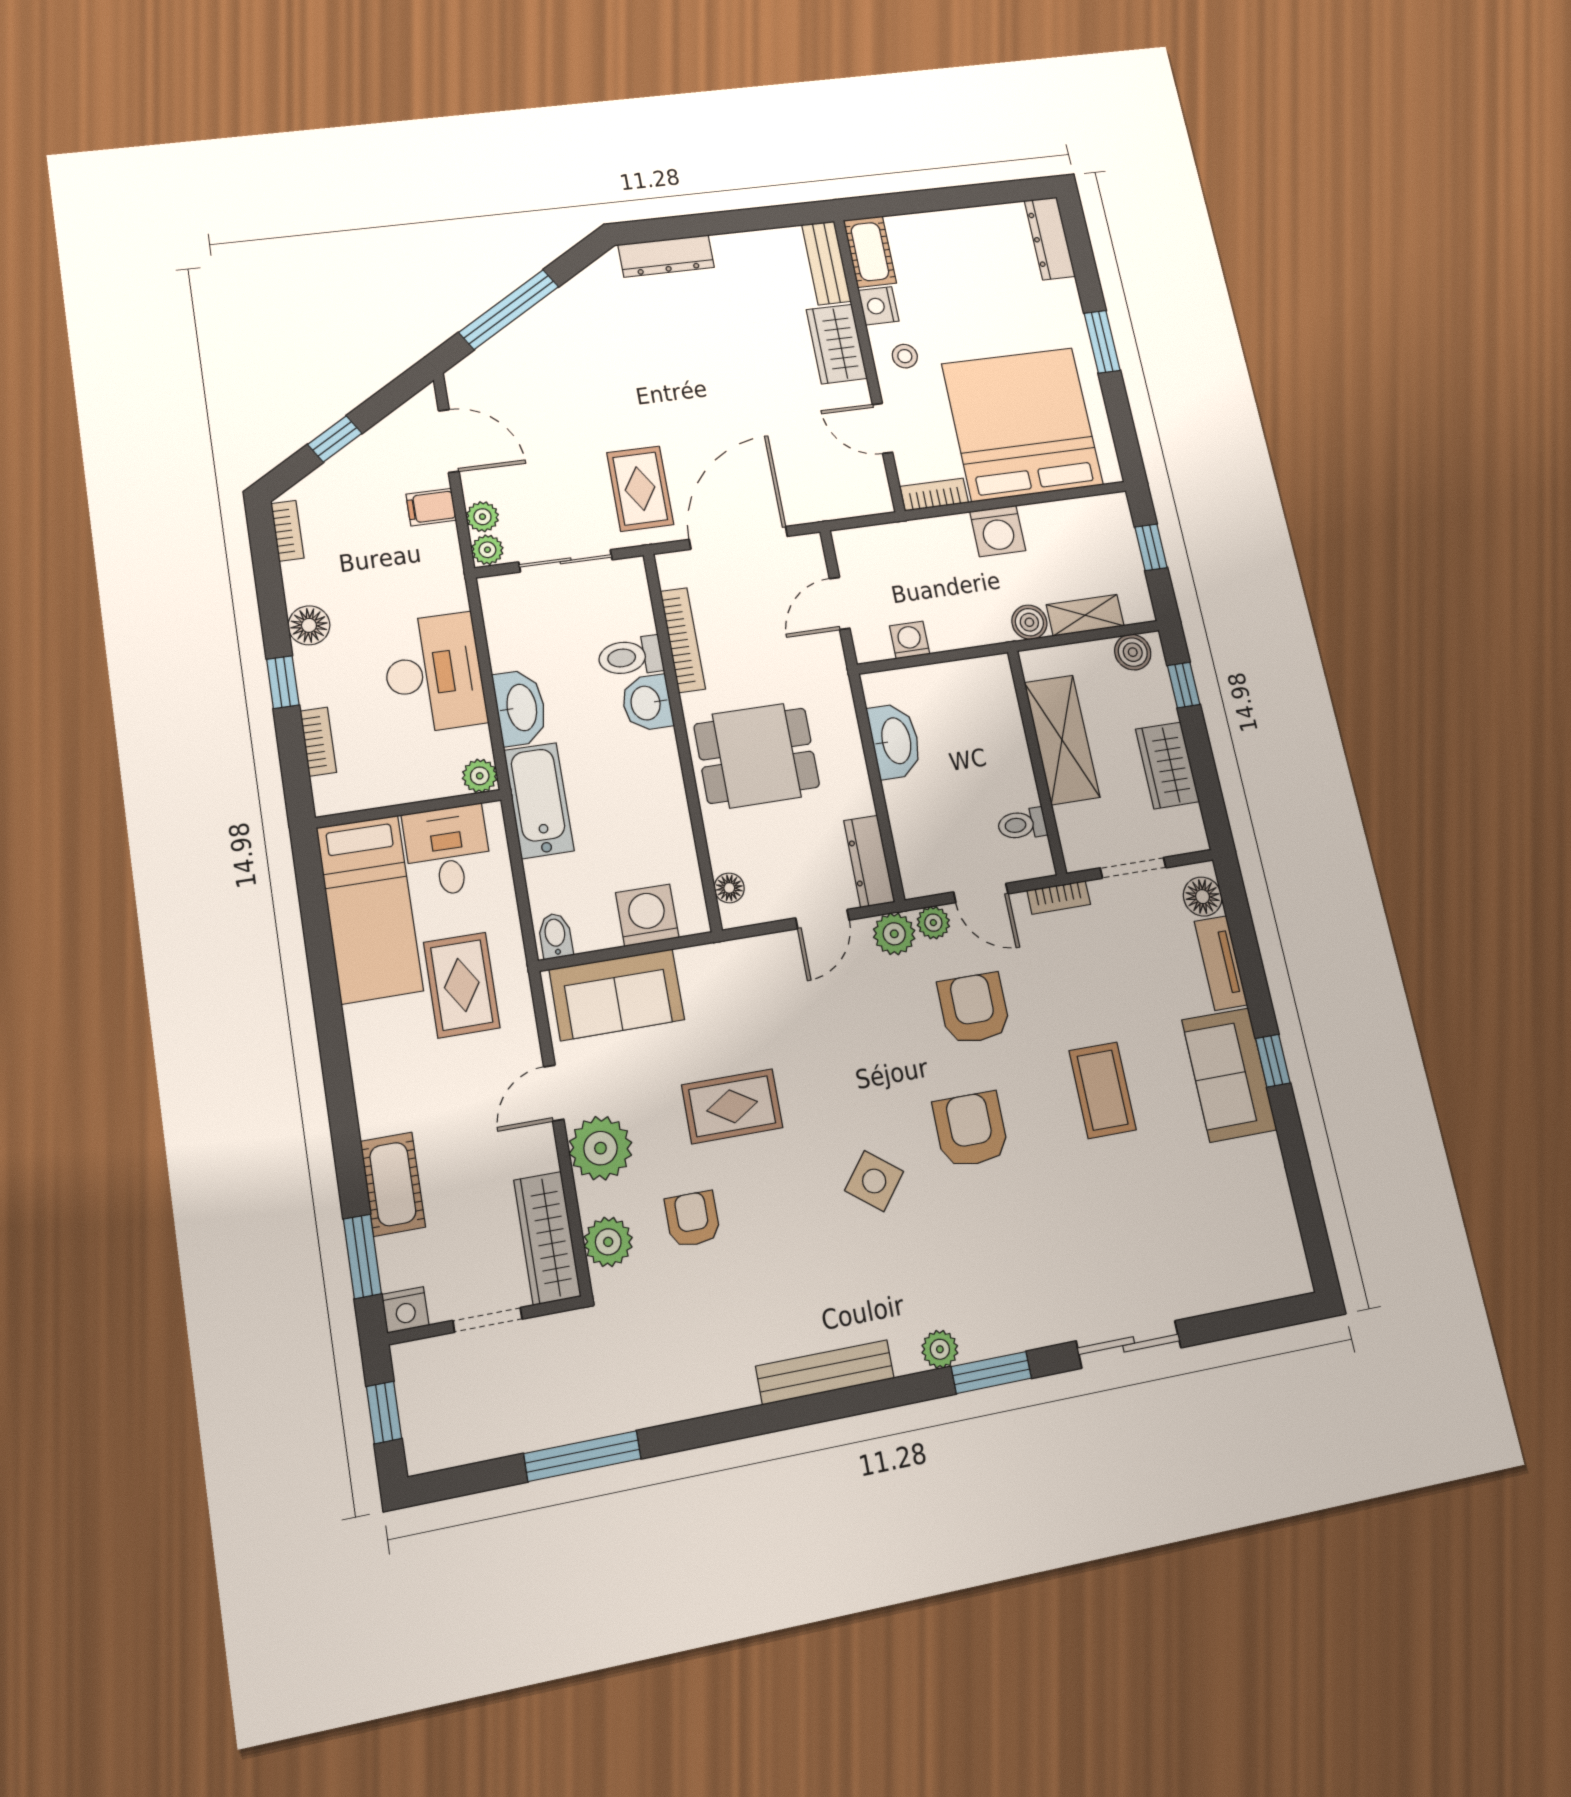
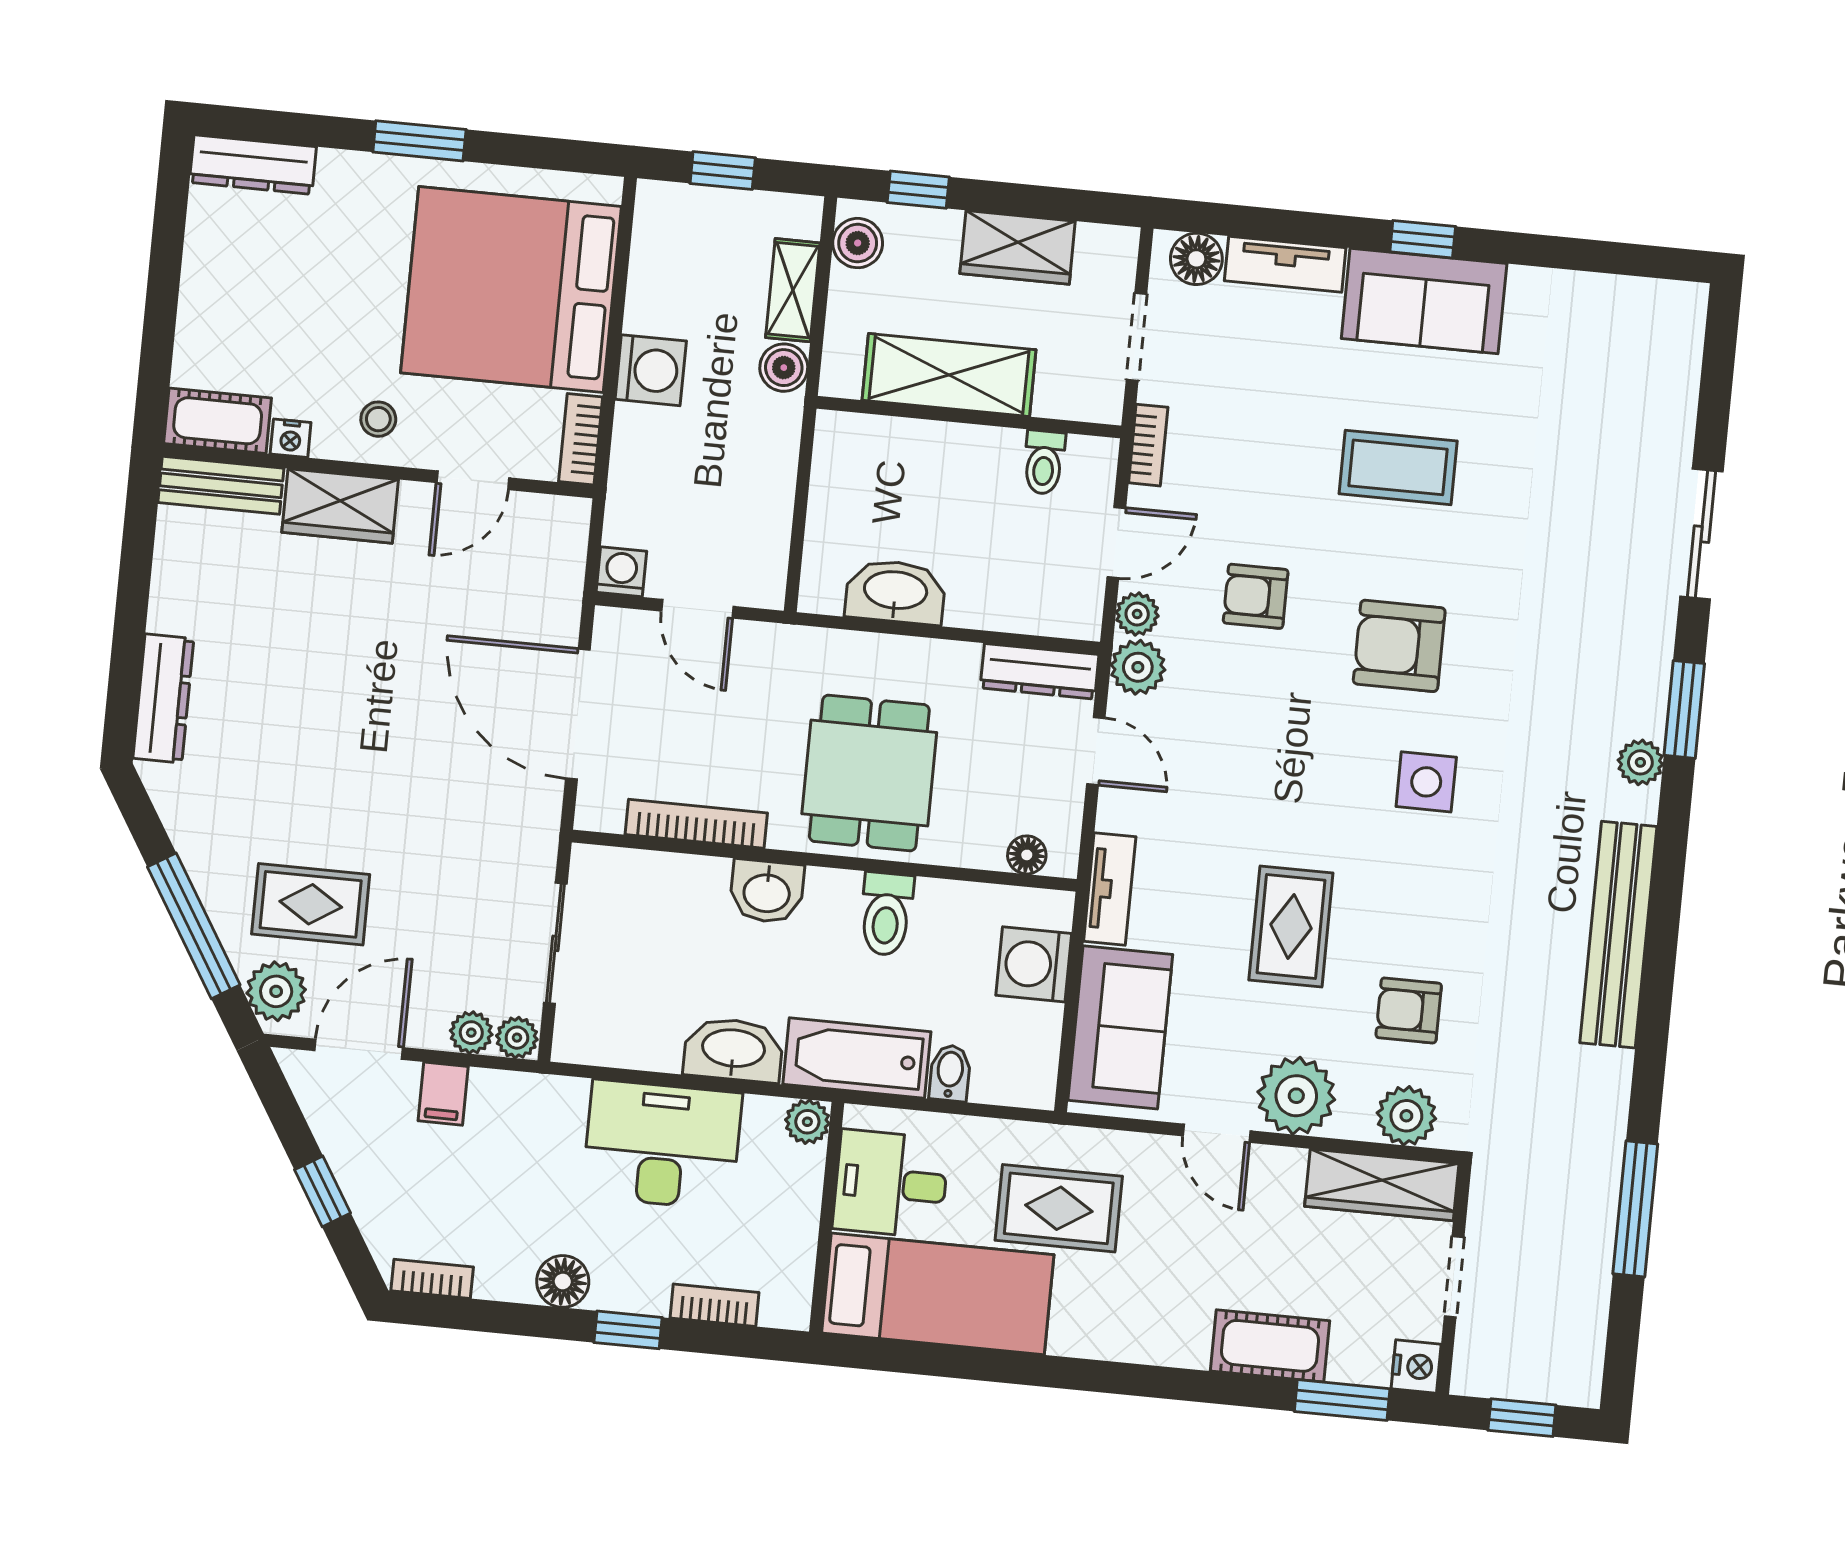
nightstand: (879, 306) -> (291, 438), width x0.72, depth x0.74
plant: (476, 375) -> (276, 991), added
rug: (640, 489) -> (311, 904), moved
washing machine: (910, 640) -> (621, 572), moved, turned 90
toilet: (630, 657) -> (886, 914), moved
bidet: (555, 936) -> (950, 1073), moved, turned 90
tv unit: (721, 958) -> (1110, 889), added
armchair: (974, 1008) -> (1256, 596), width x0.72, depth x0.72
side table: (874, 1181) -> (1426, 782), turned -38
bench: (825, 1372) -> (1618, 935), width x1.37, depth x1.21

